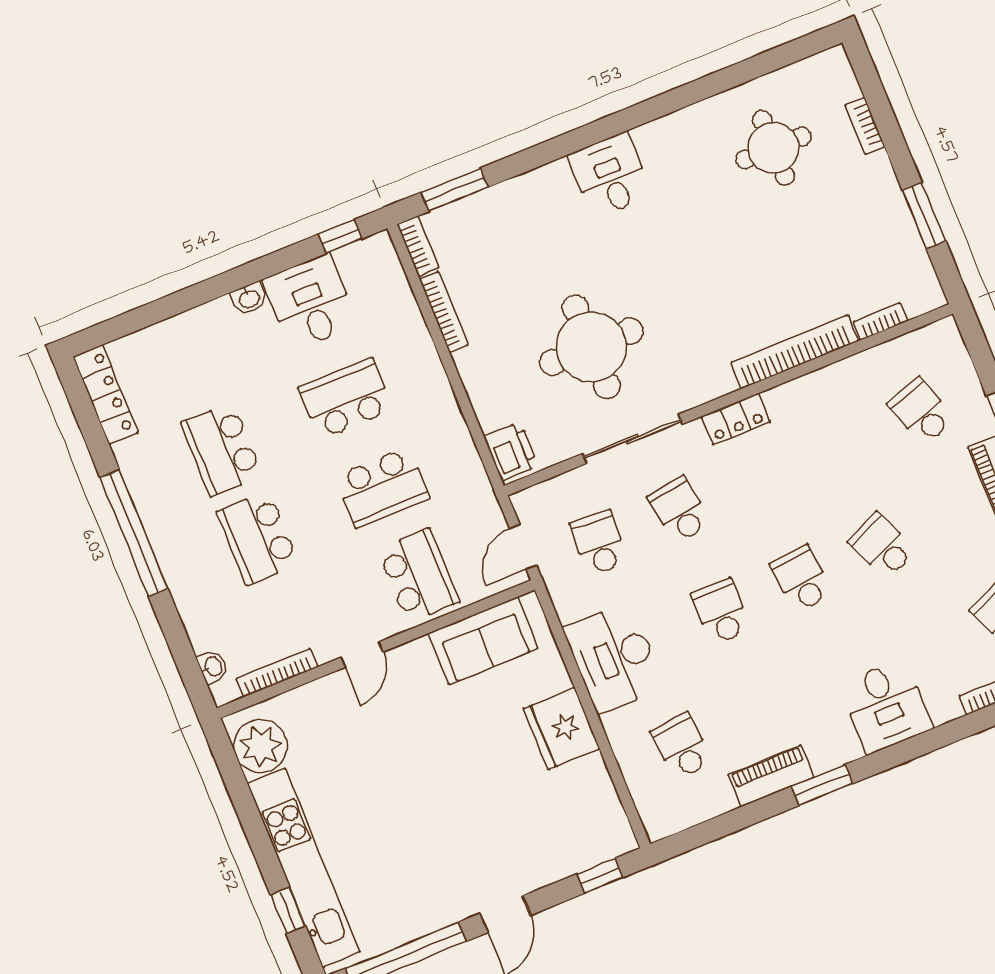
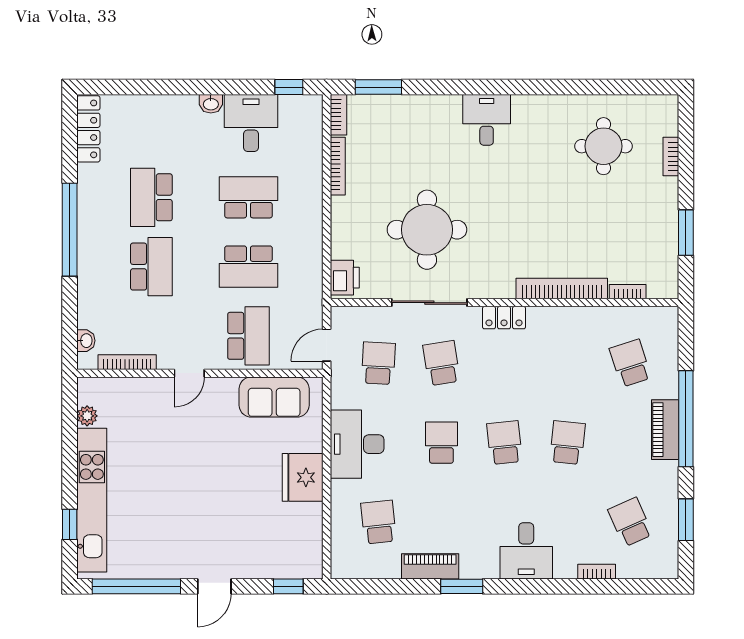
school desk: (258, 538) -> (151, 267), turned 180
school desk: (882, 546) -> (567, 443), turned 30
plant: (261, 746) -> (87, 416), width x0.53, depth x0.53

